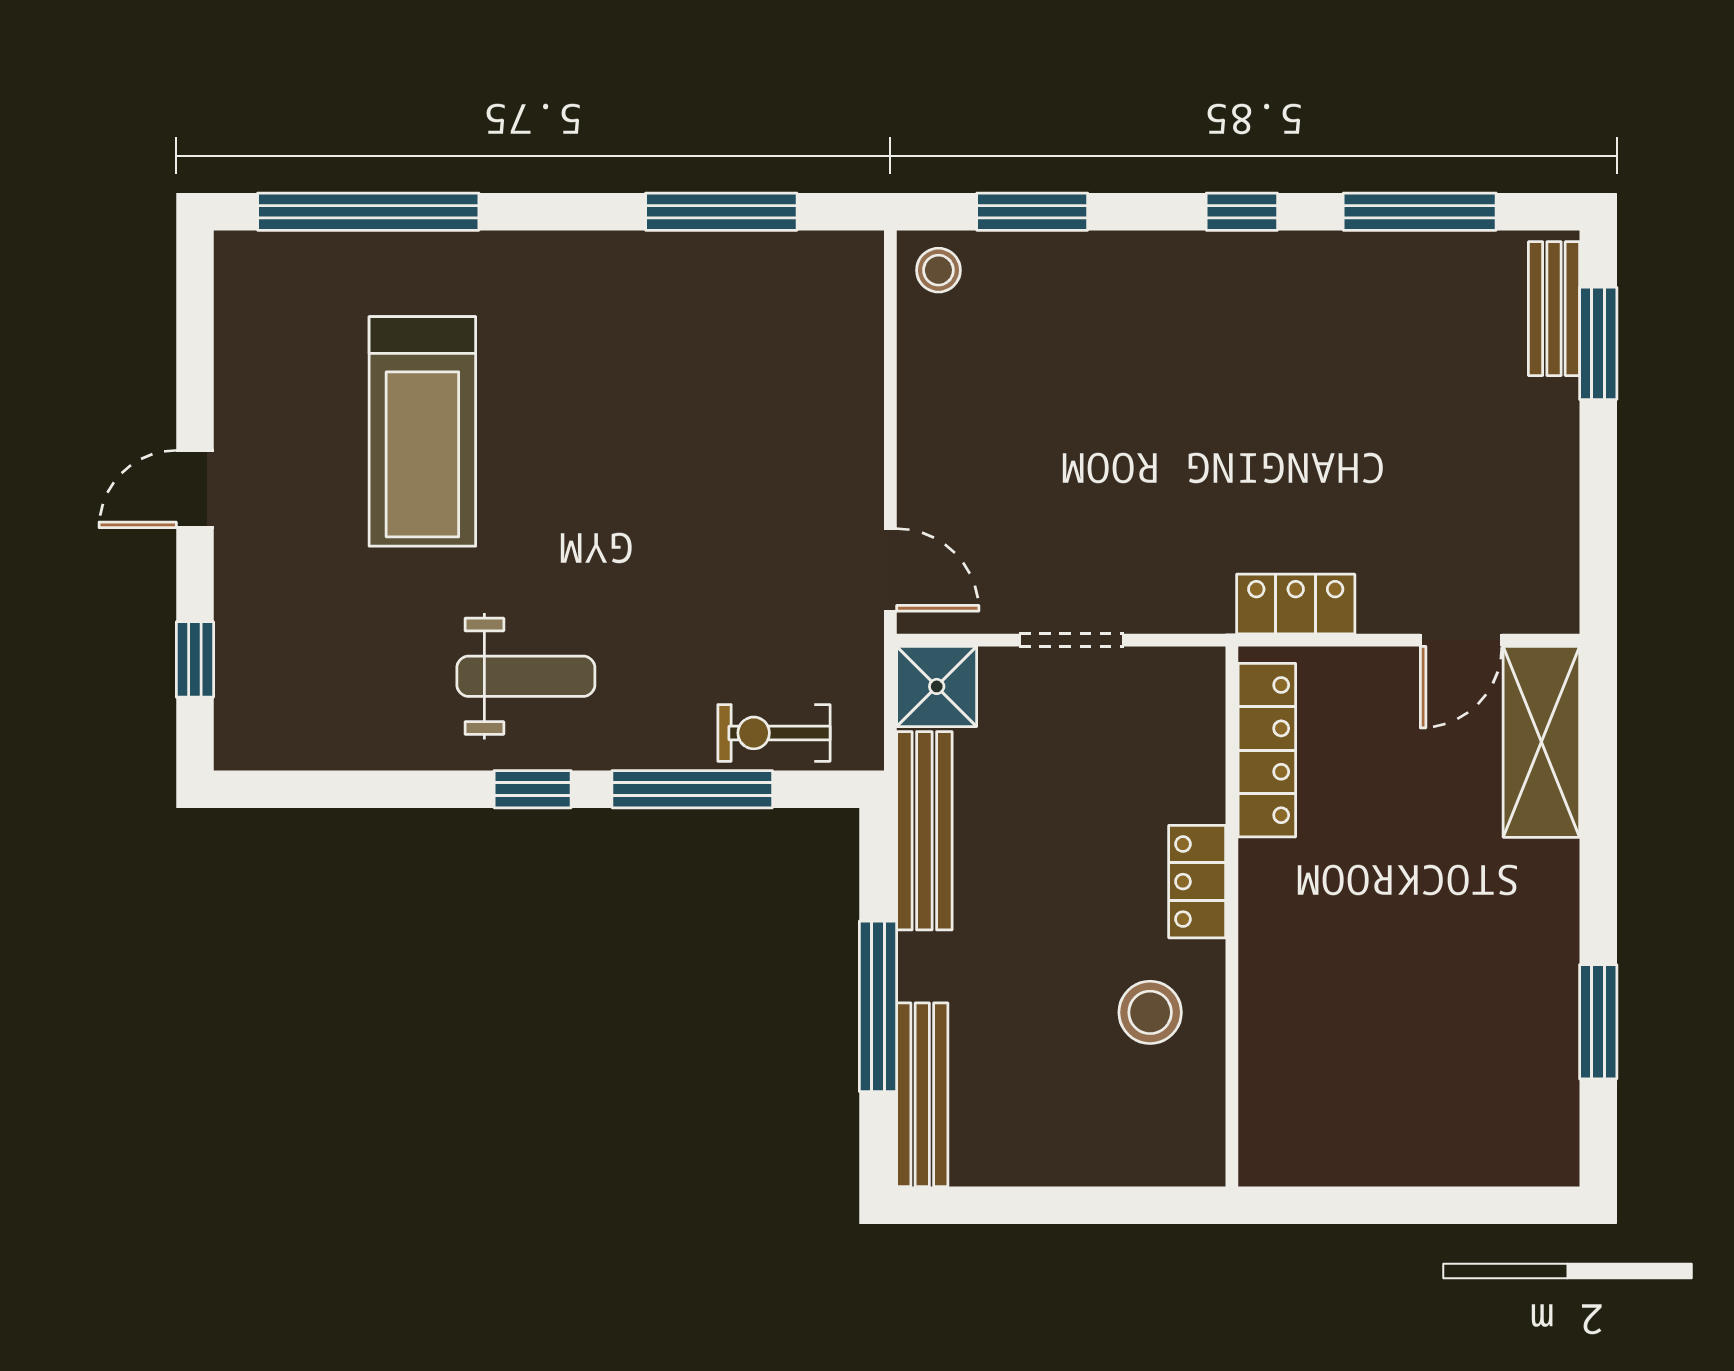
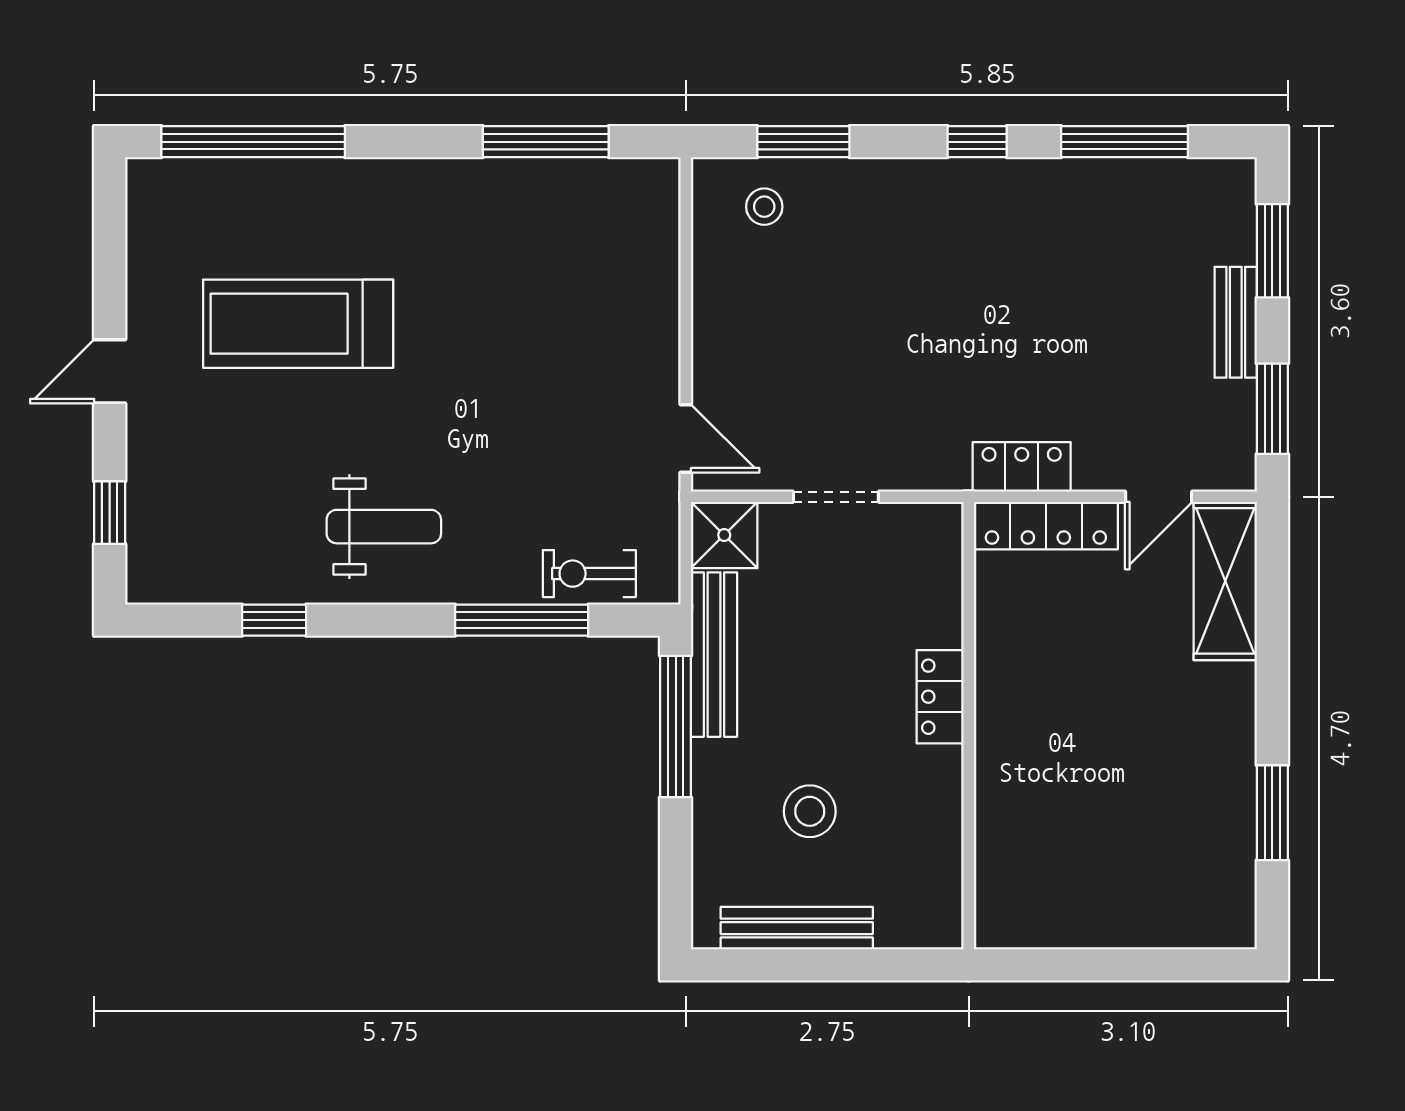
stool: (938, 270) -> (764, 207), moved
bench: (1554, 309) -> (1236, 322), moved
treadmill: (422, 431) -> (298, 324), turned 90
window: (1598, 534) -> (1272, 409), added
locker: (1267, 750) -> (1046, 526), moved, turned 90
window: (533, 789) -> (274, 620), moved
window: (878, 1006) -> (676, 726), moved
stool: (1150, 1012) -> (810, 811), moved
bench: (922, 1095) -> (797, 928), moved, turned 90

